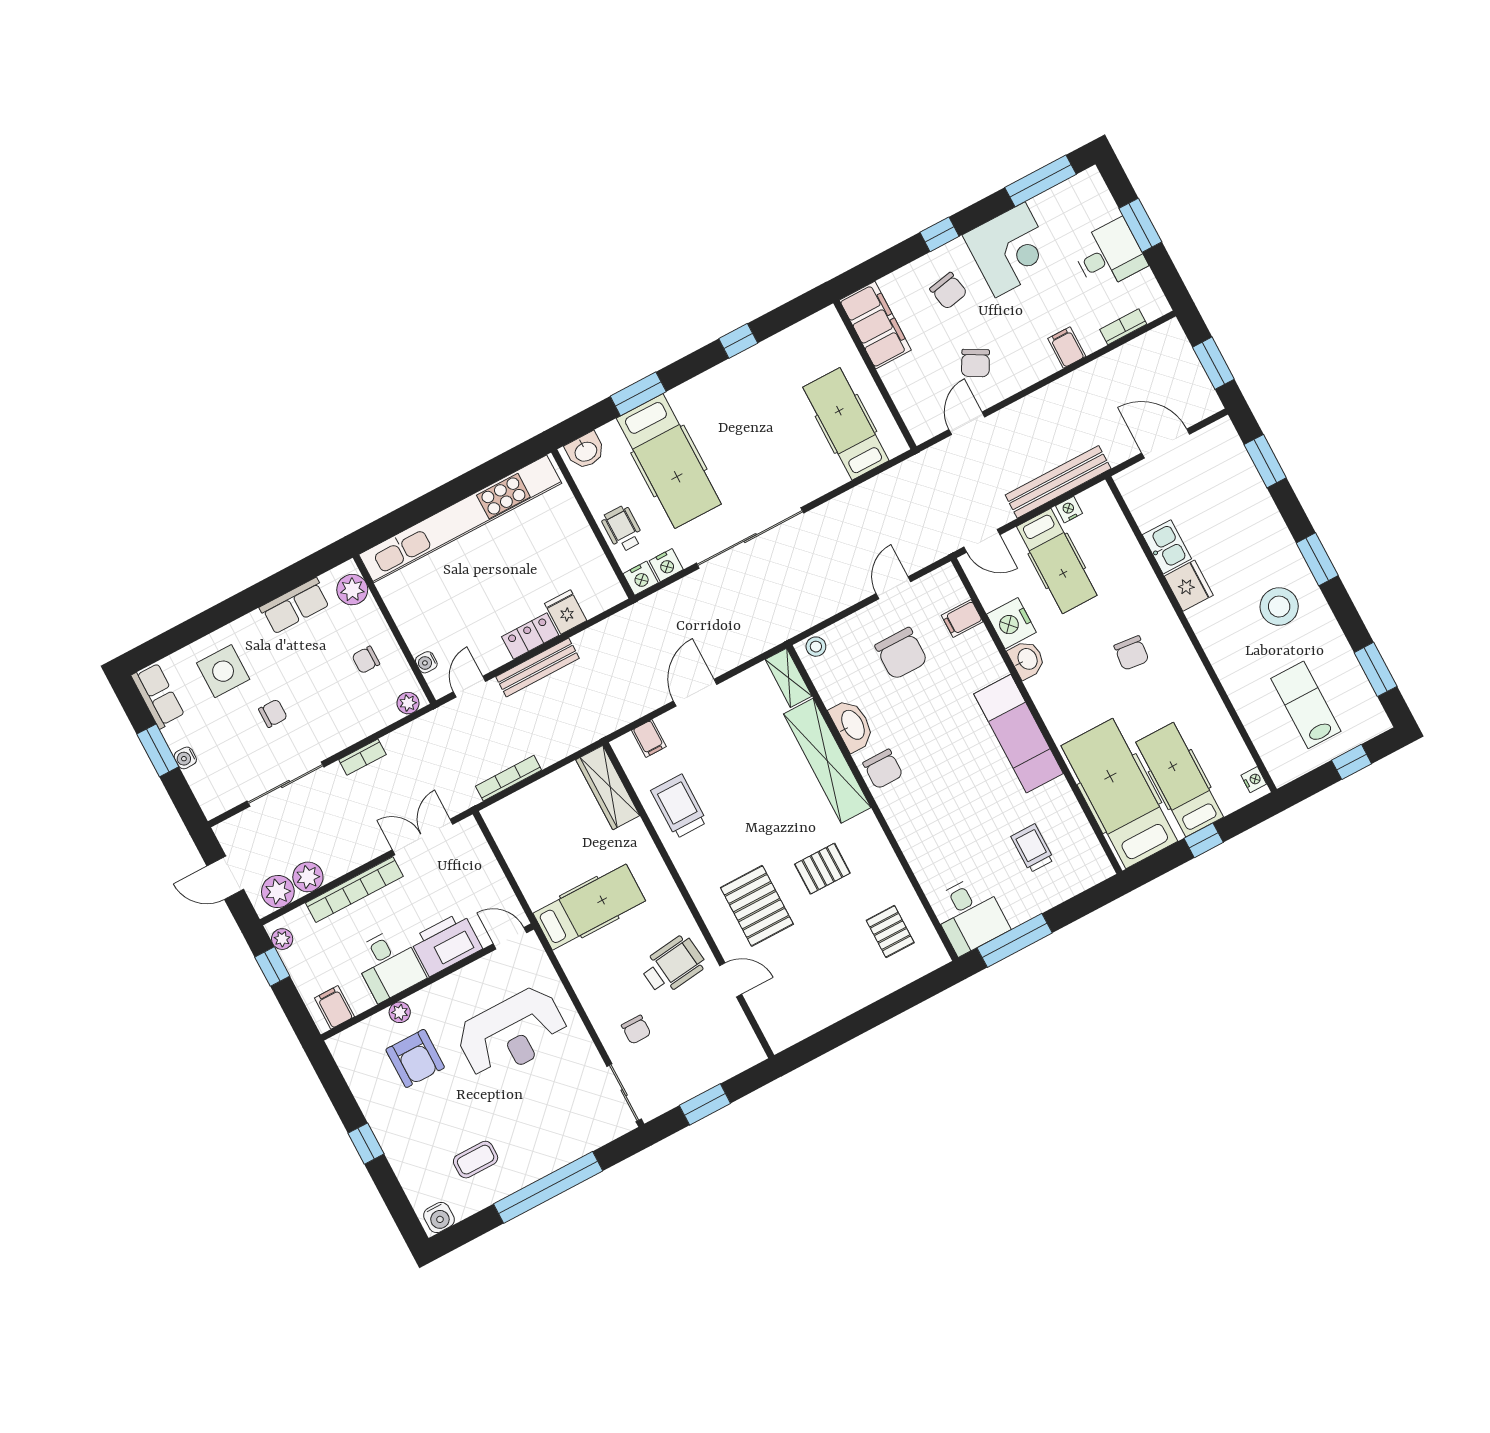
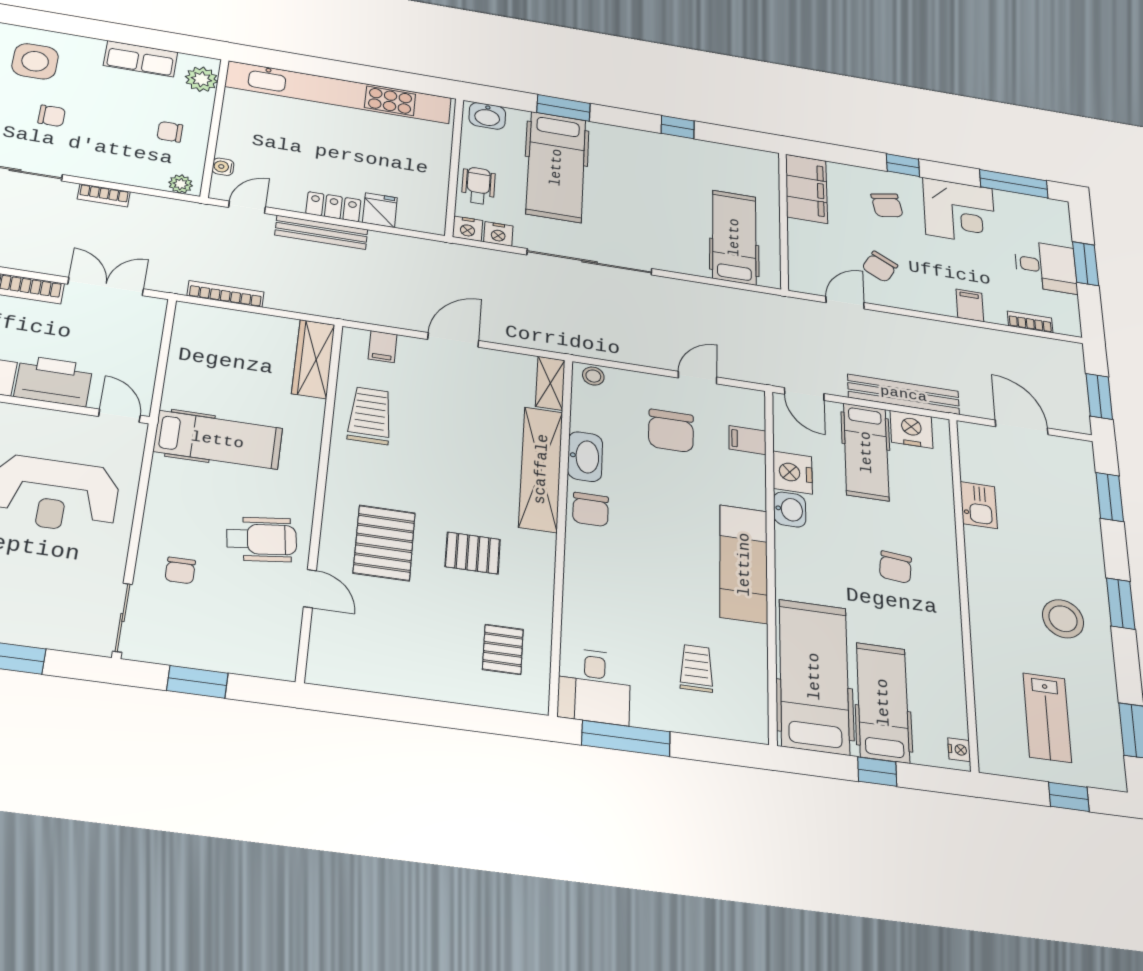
nightstand: (1069, 510) -> (911, 429), width x1.89, depth x1.79
fridge: (1189, 586) -> (983, 548), removed
lab bench: (1306, 705) -> (1047, 717), turned 180

